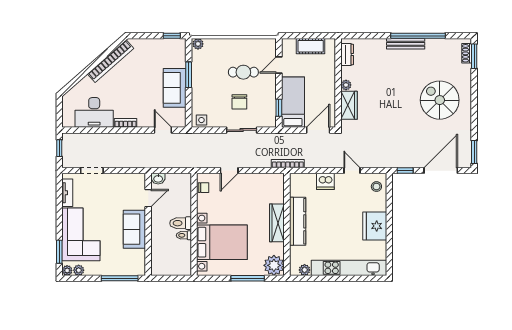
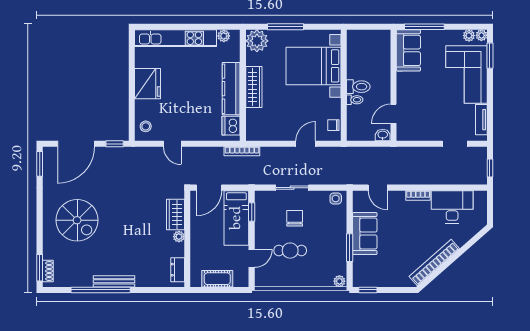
dishwasher: (325, 181) -> (231, 126), moved, turned -90
sofa: (134, 229) -> (408, 50), moved
toilet: (184, 235) -> (355, 100), moved

